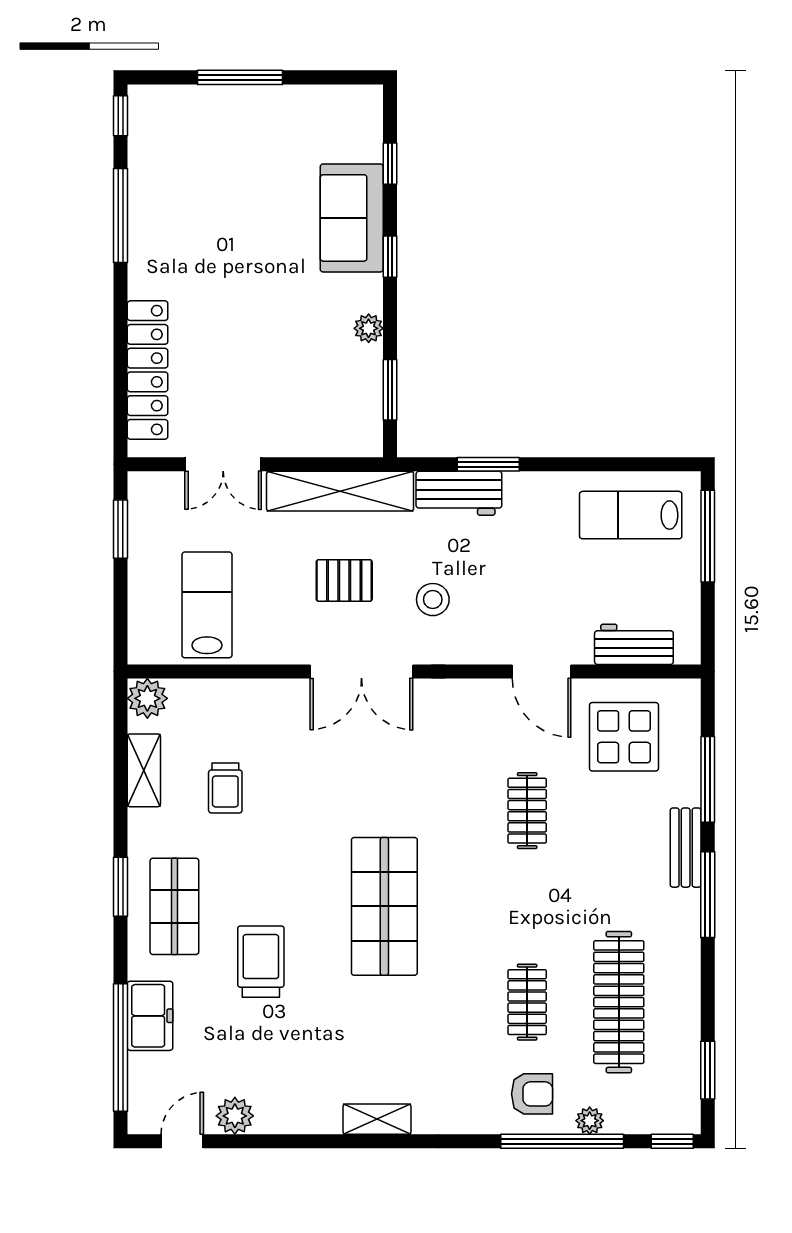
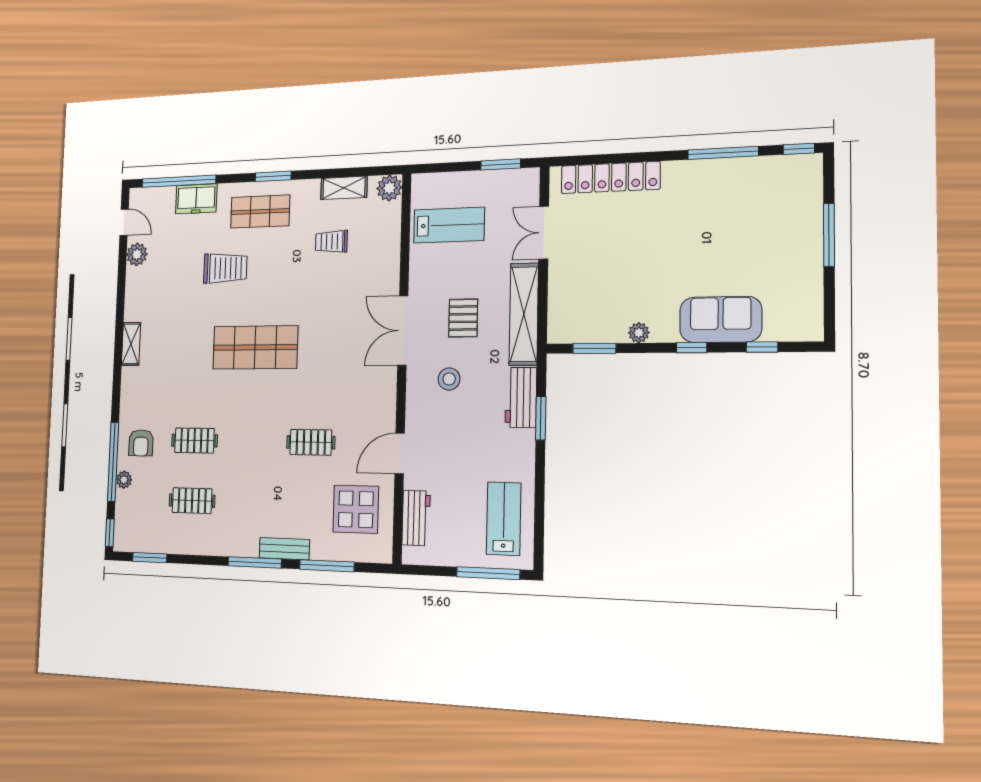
clothes rail: (619, 1002) -> (192, 501), width x0.54, depth x0.76

